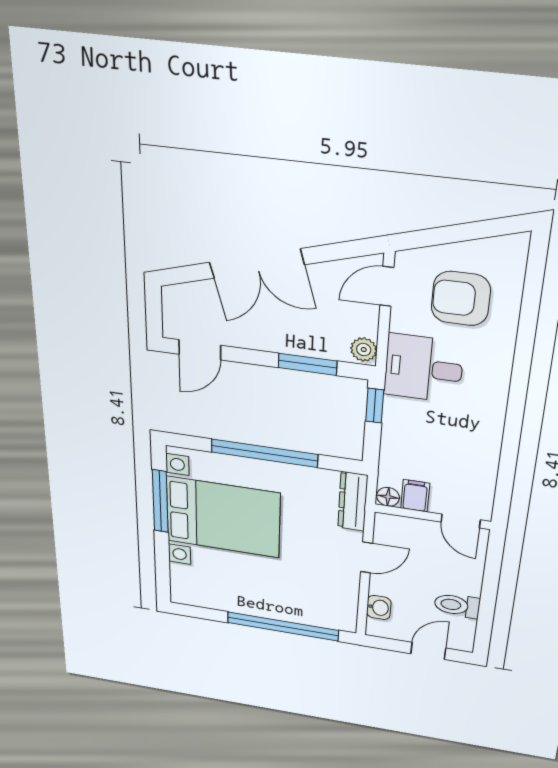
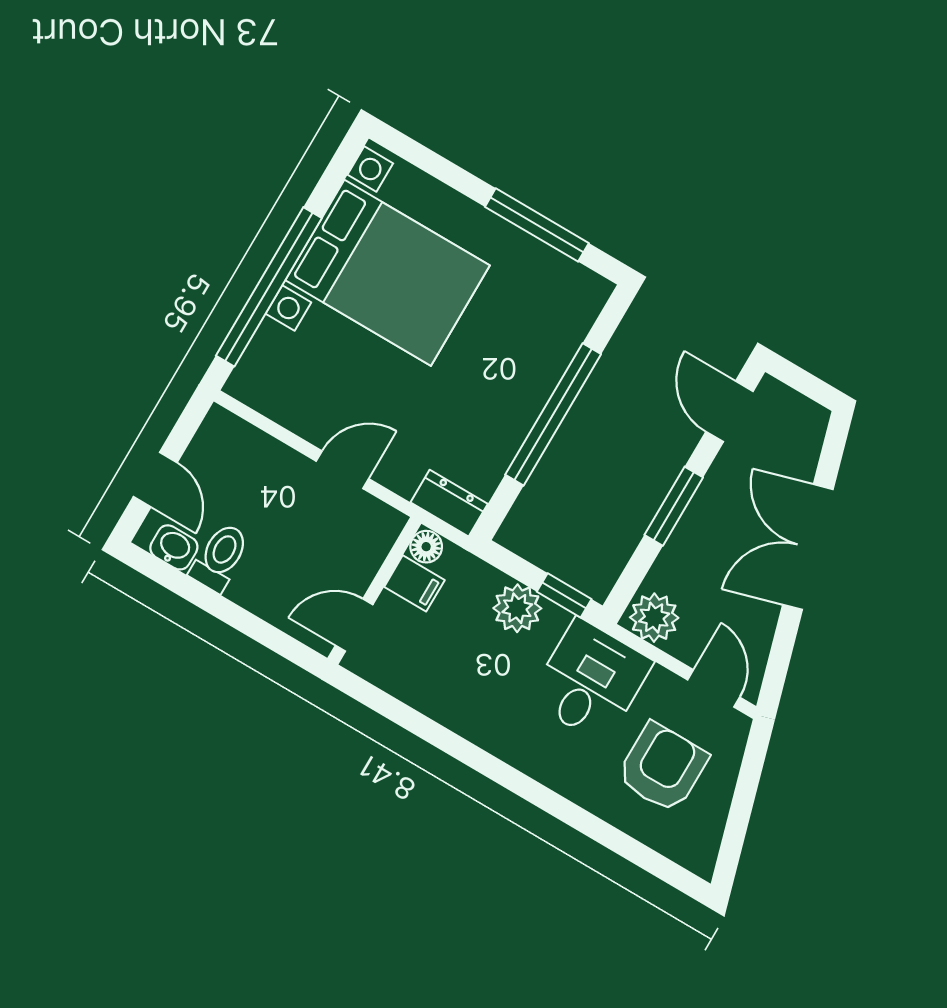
plant: (364, 350) -> (654, 618), width x1.38, depth x1.38
window: (308, 364) -> (674, 506), moved
plant: (399, 431) -> (517, 608), added
dresser: (353, 502) -> (449, 503), width x0.70
bed with nightstands: (223, 517) -> (388, 273), moved, turned -90
door: (366, 557) -> (342, 470), swing flipped
washbasin: (379, 608) -> (174, 547), moved, turned 180

